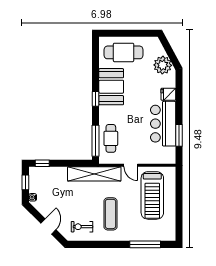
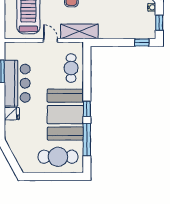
plant: (163, 65) -> (18, 144), removed
booth: (111, 87) -> (65, 115), width x1.36, depth x1.42
window: (96, 141) -> (87, 140), moved
shelving: (94, 174) -> (79, 31), width x0.68

